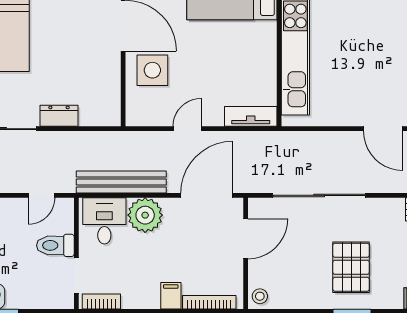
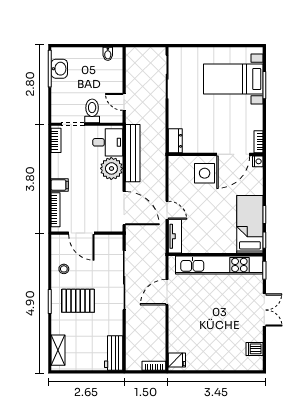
dresser: (59, 116) -> (175, 141), moved
door: (187, 129) -> (167, 210), moved
door: (383, 129) -> (167, 292), moved
door: (246, 239) -> (81, 233), moved
stool: (260, 296) -> (64, 269), moved

